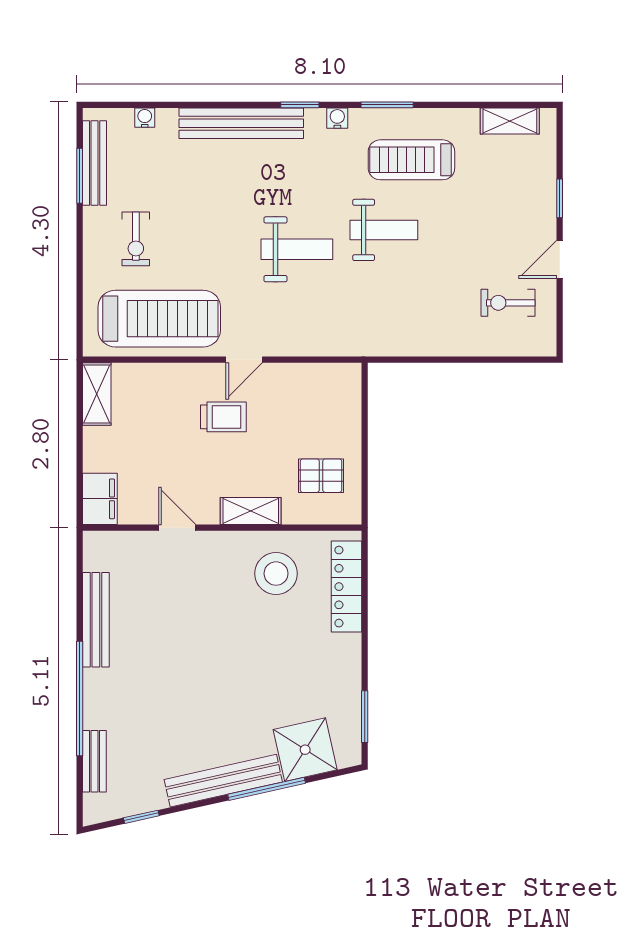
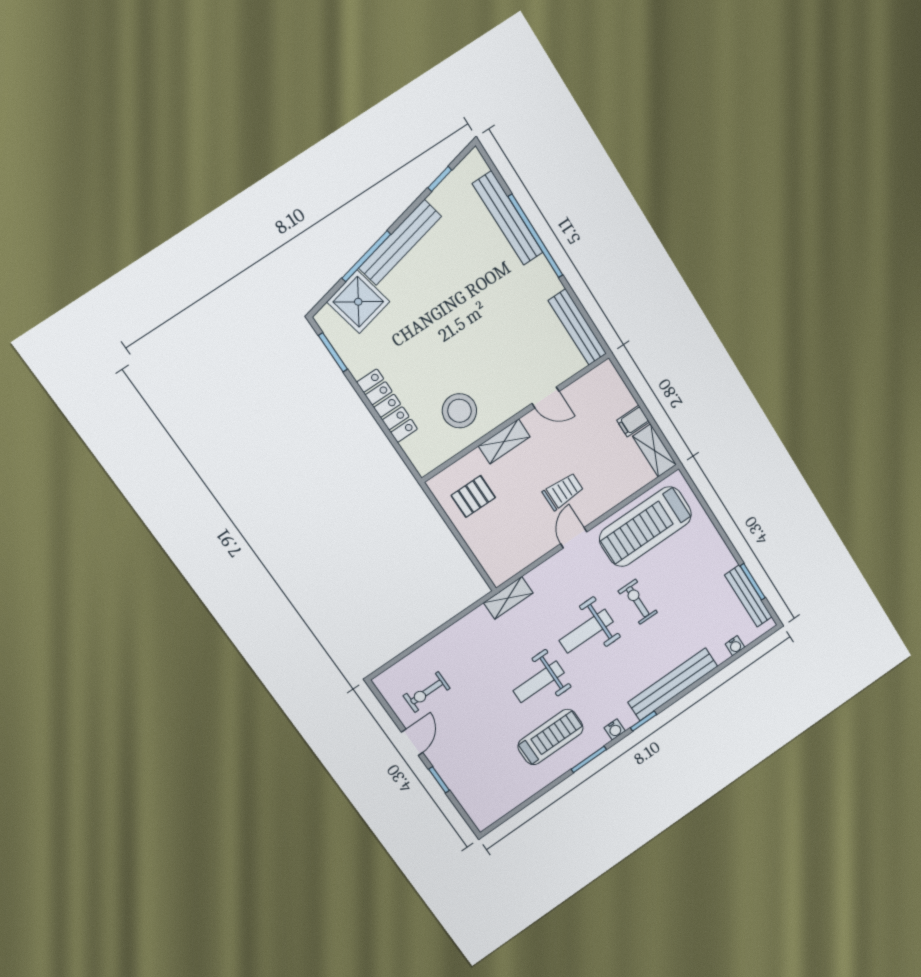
shelving: (510, 121) -> (508, 598), moved
exercise bike: (136, 239) -> (638, 602), moved
exercise bike: (508, 303) -> (427, 692), turned 180
trolley: (223, 417) -> (563, 491), turned 180
filing cabinet: (100, 499) -> (633, 421), moved, width x0.50
locker: (346, 587) -> (387, 406), moved
bench: (96, 620) -> (577, 327), moved
bench: (94, 761) -> (508, 218), width x1.86, depth x1.21

